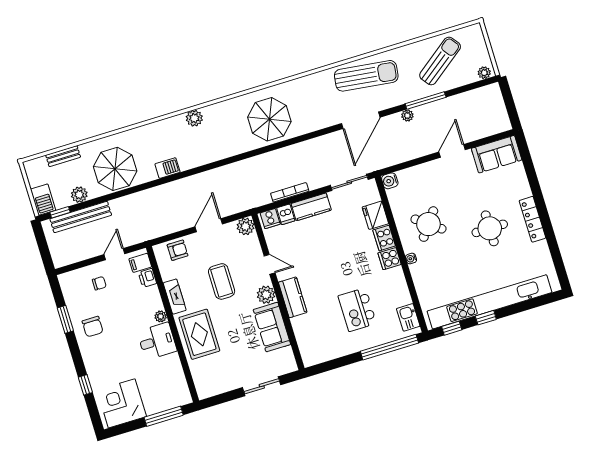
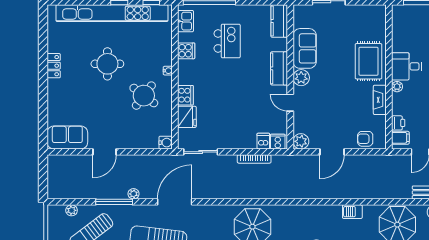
plant: (484, 73) -> (72, 210), moved
kitchen counter: (311, 207) -> (279, 21), moved, turned -90
locker: (533, 219) -> (54, 66), width x0.66
round table: (490, 228) -> (107, 64), moved
cooker: (390, 259) -> (186, 51), moved
coffee table: (222, 281) -> (336, 101), removed

